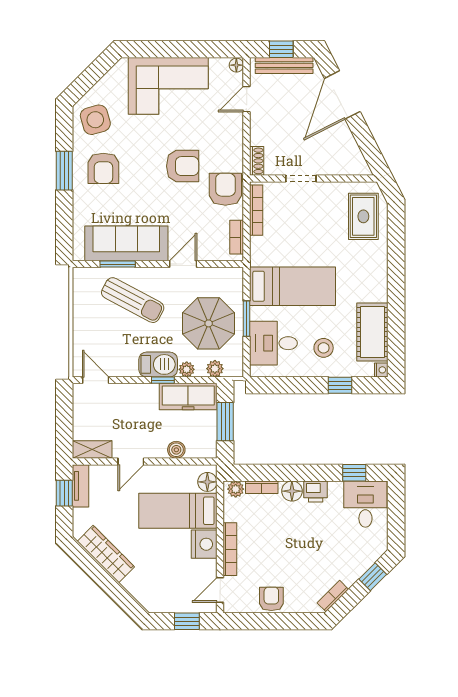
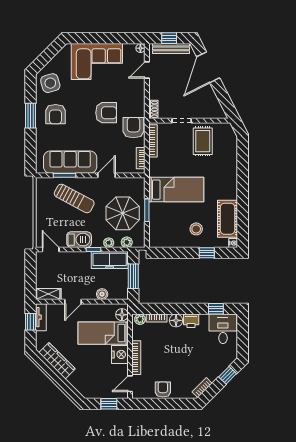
rug: (363, 216) -> (203, 141), moved
desk: (273, 343) -> (164, 226), removed
barbecue: (158, 364) -> (79, 240), moved

